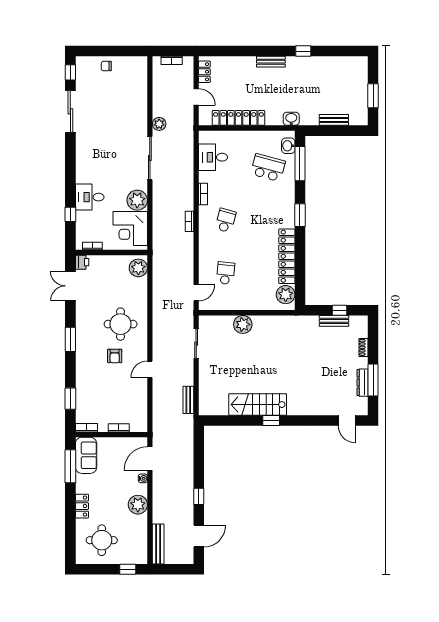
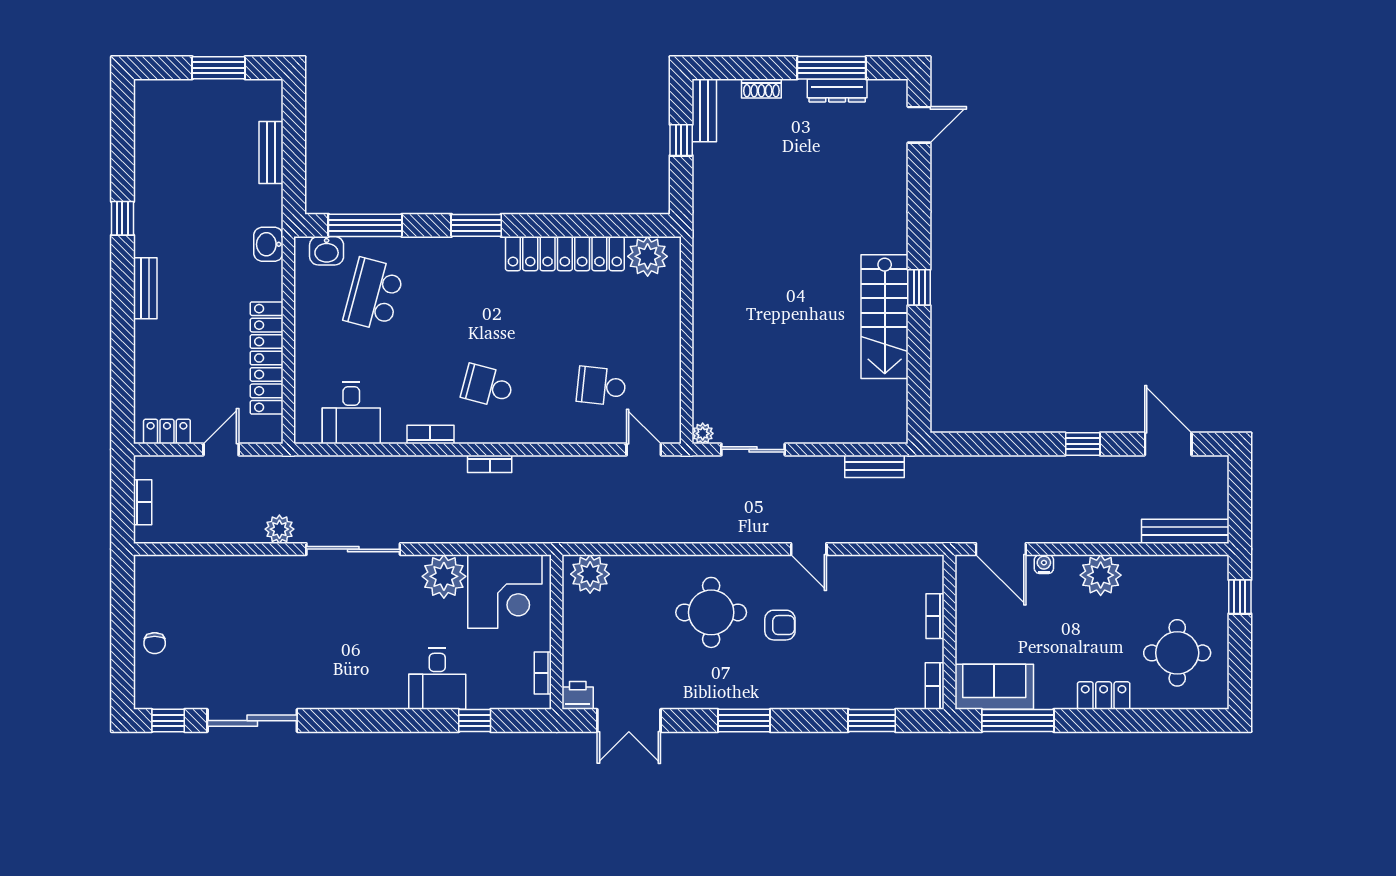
bench: (334, 321) -> (704, 110), moved
plant: (243, 324) -> (703, 433), moved, width x0.53, depth x0.53

